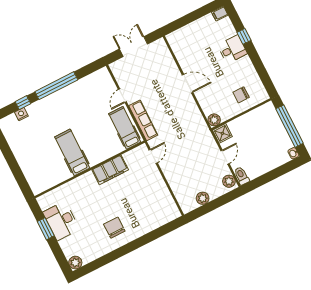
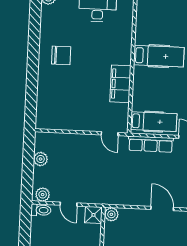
door: (188, 84) -> (162, 208), swing flipped

